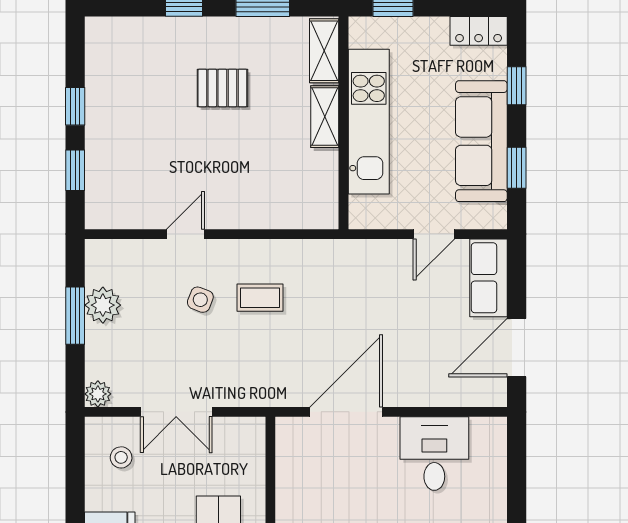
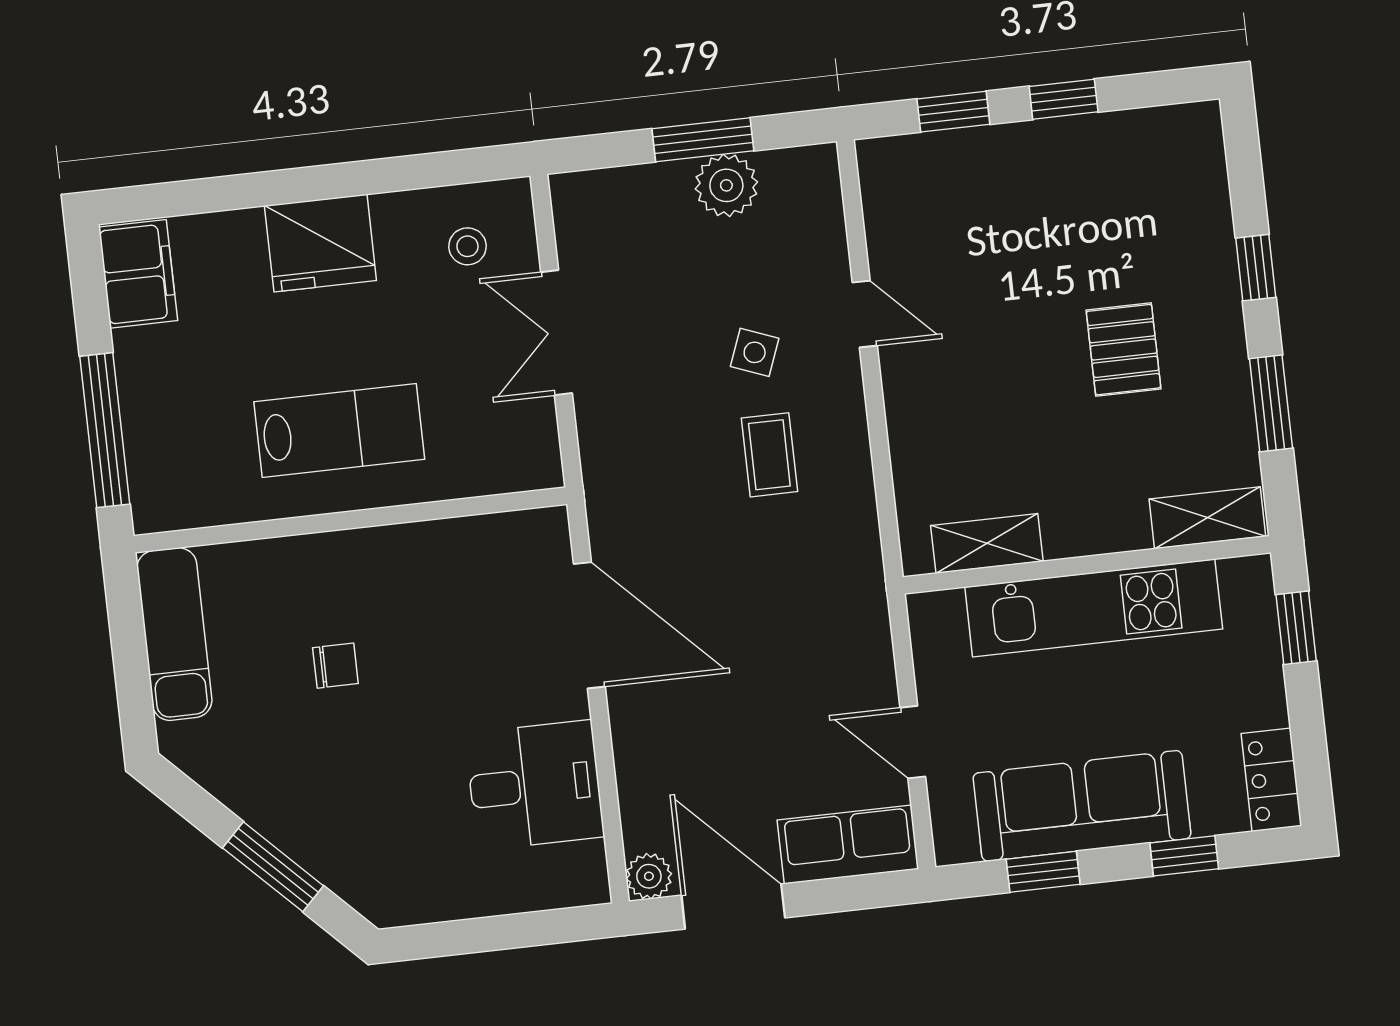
shelving: (325, 117) -> (987, 543), moved
plant: (98, 394) -> (649, 876), moved

